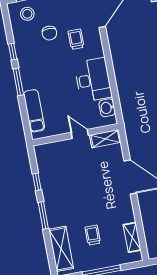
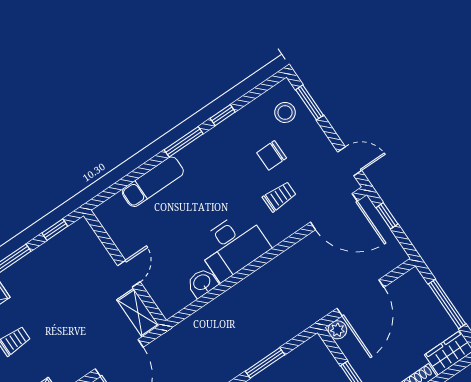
door: (80, 134) -> (129, 274), moved
wall: (75, 135) -> (125, 268), moved
shelving: (105, 139) -> (138, 313), moved

